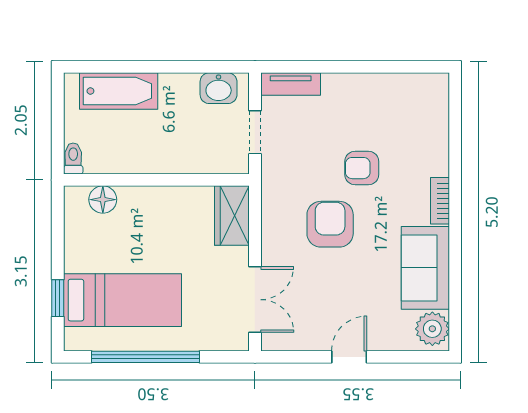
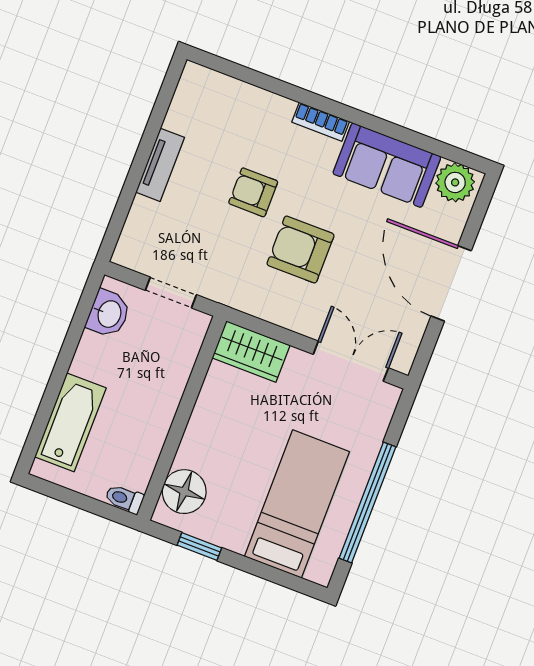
tv unit: (291, 84) -> (160, 165), moved
armchair: (362, 168) -> (253, 192), turned 90
floor lamp: (103, 200) -> (184, 492), width x1.38, depth x1.38
window: (58, 298) -> (199, 546), moved
door: (349, 357) -> (451, 283), width x1.87

